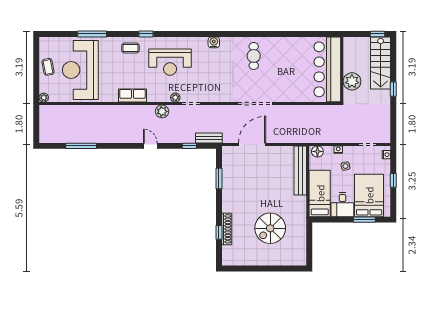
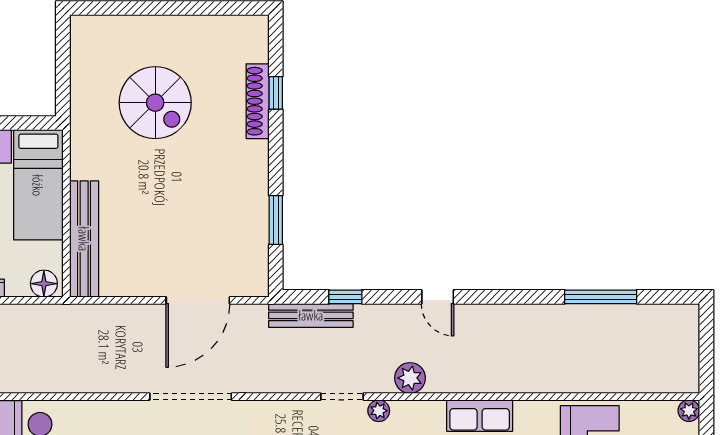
bench: (209, 138) -> (311, 315), width x1.36
spiral stairs: (270, 228) -> (155, 103), turned 90

